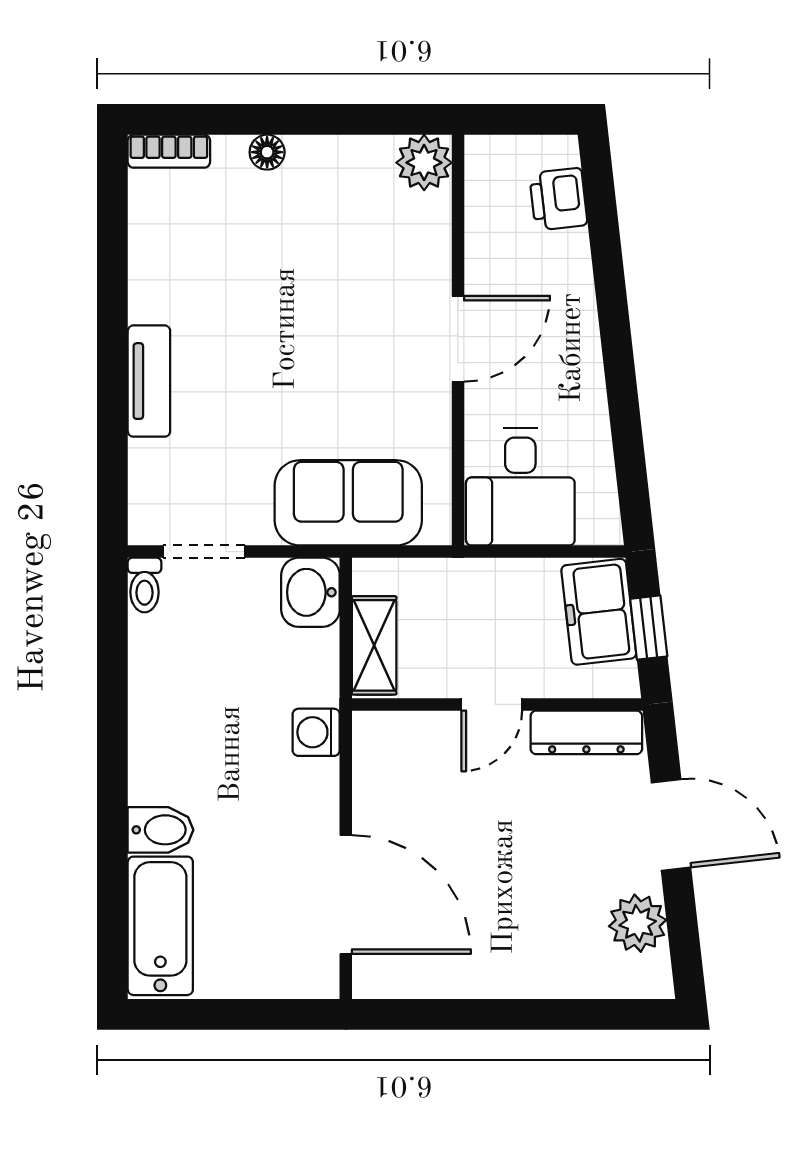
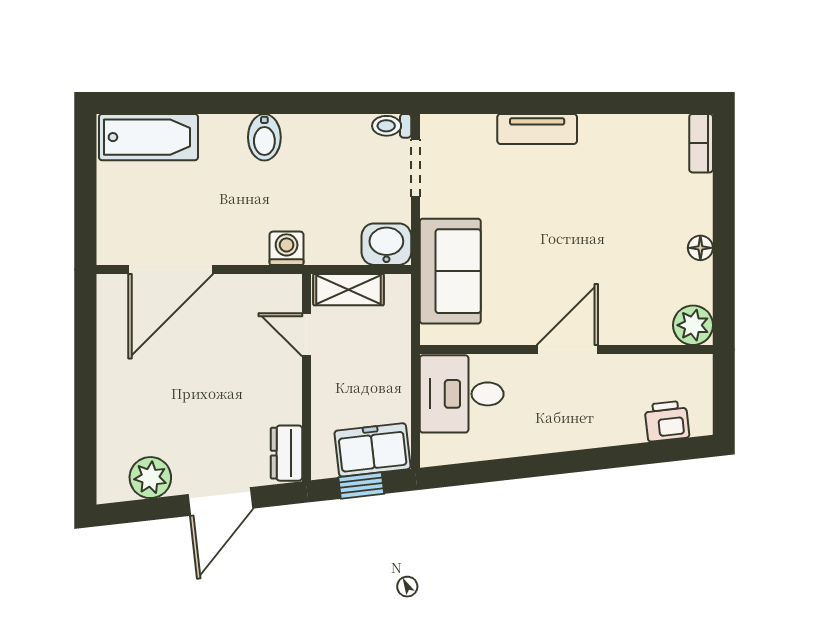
floor lamp: (267, 152) -> (700, 248), moved
door: (458, 339) -> (567, 349), swing flipped
door: (492, 704) -> (306, 335), moved
dresser: (586, 732) -> (286, 453), width x0.70
bidet: (161, 830) -> (264, 137), moved

